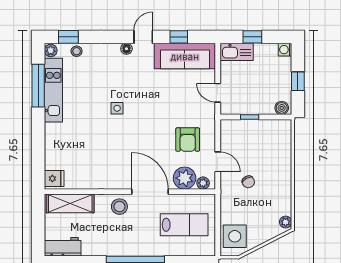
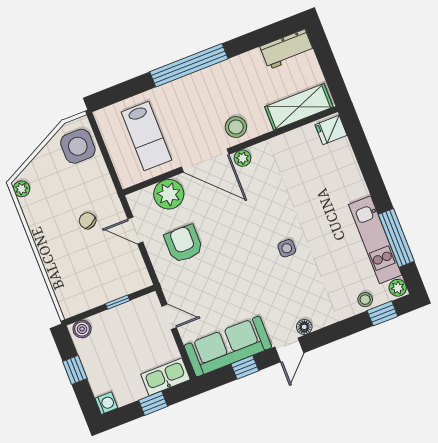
plant: (203, 183) -> (242, 158), moved
lab bench: (184, 225) -> (146, 136), turned -90

